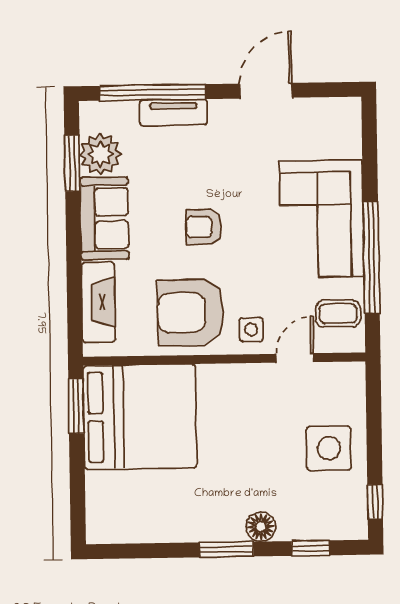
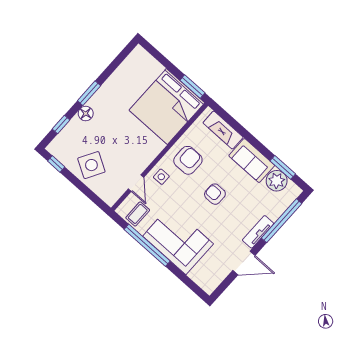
door: (266, 91) -> (244, 263), hinge flipped
tv unit: (174, 112) -> (258, 232), moved
armchair: (204, 227) -> (215, 194), turned -90
armchair: (191, 313) -> (188, 160), width x0.73, depth x0.73
side table: (329, 448) -> (91, 165), turned 30

